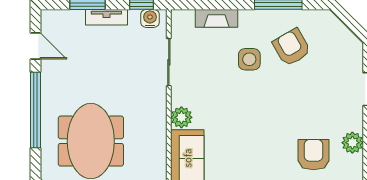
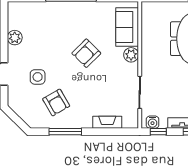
side table: (249, 59) -> (38, 77), moved
armchair: (314, 155) -> (86, 53), moved, turned 45

